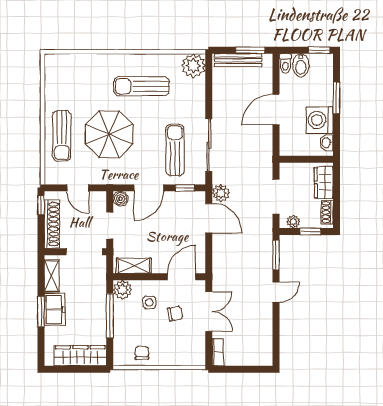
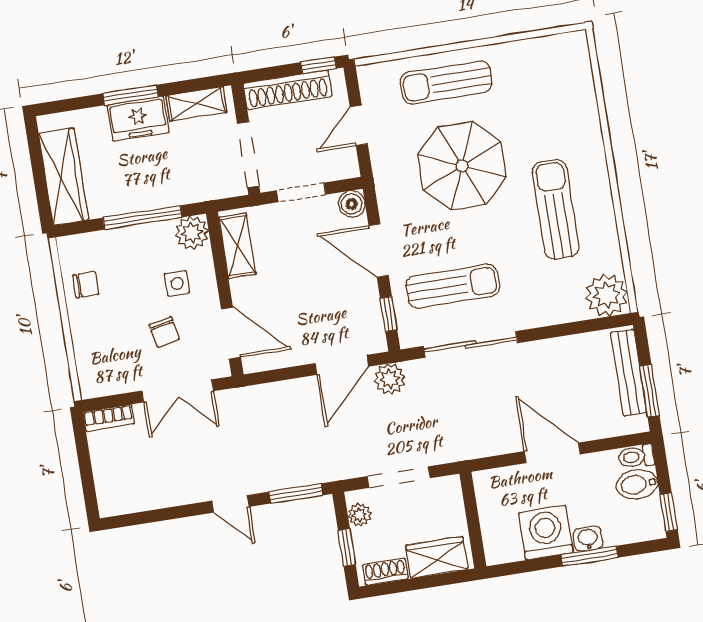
washbasin: (327, 143) -> (588, 539), moved

